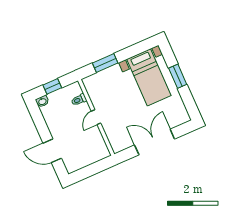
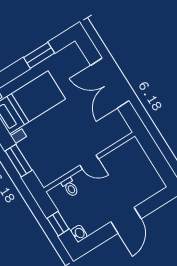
window: (178, 76) -> (39, 55), moved
door: (52, 151) -> (126, 220), moved

